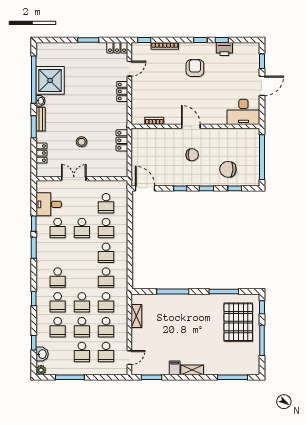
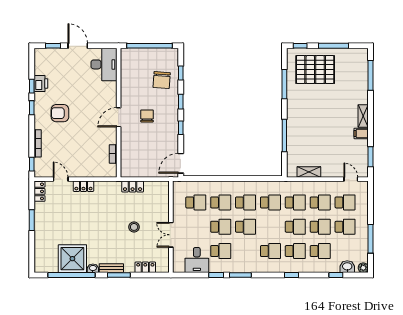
school desk: (82, 253) -> (246, 227), added

